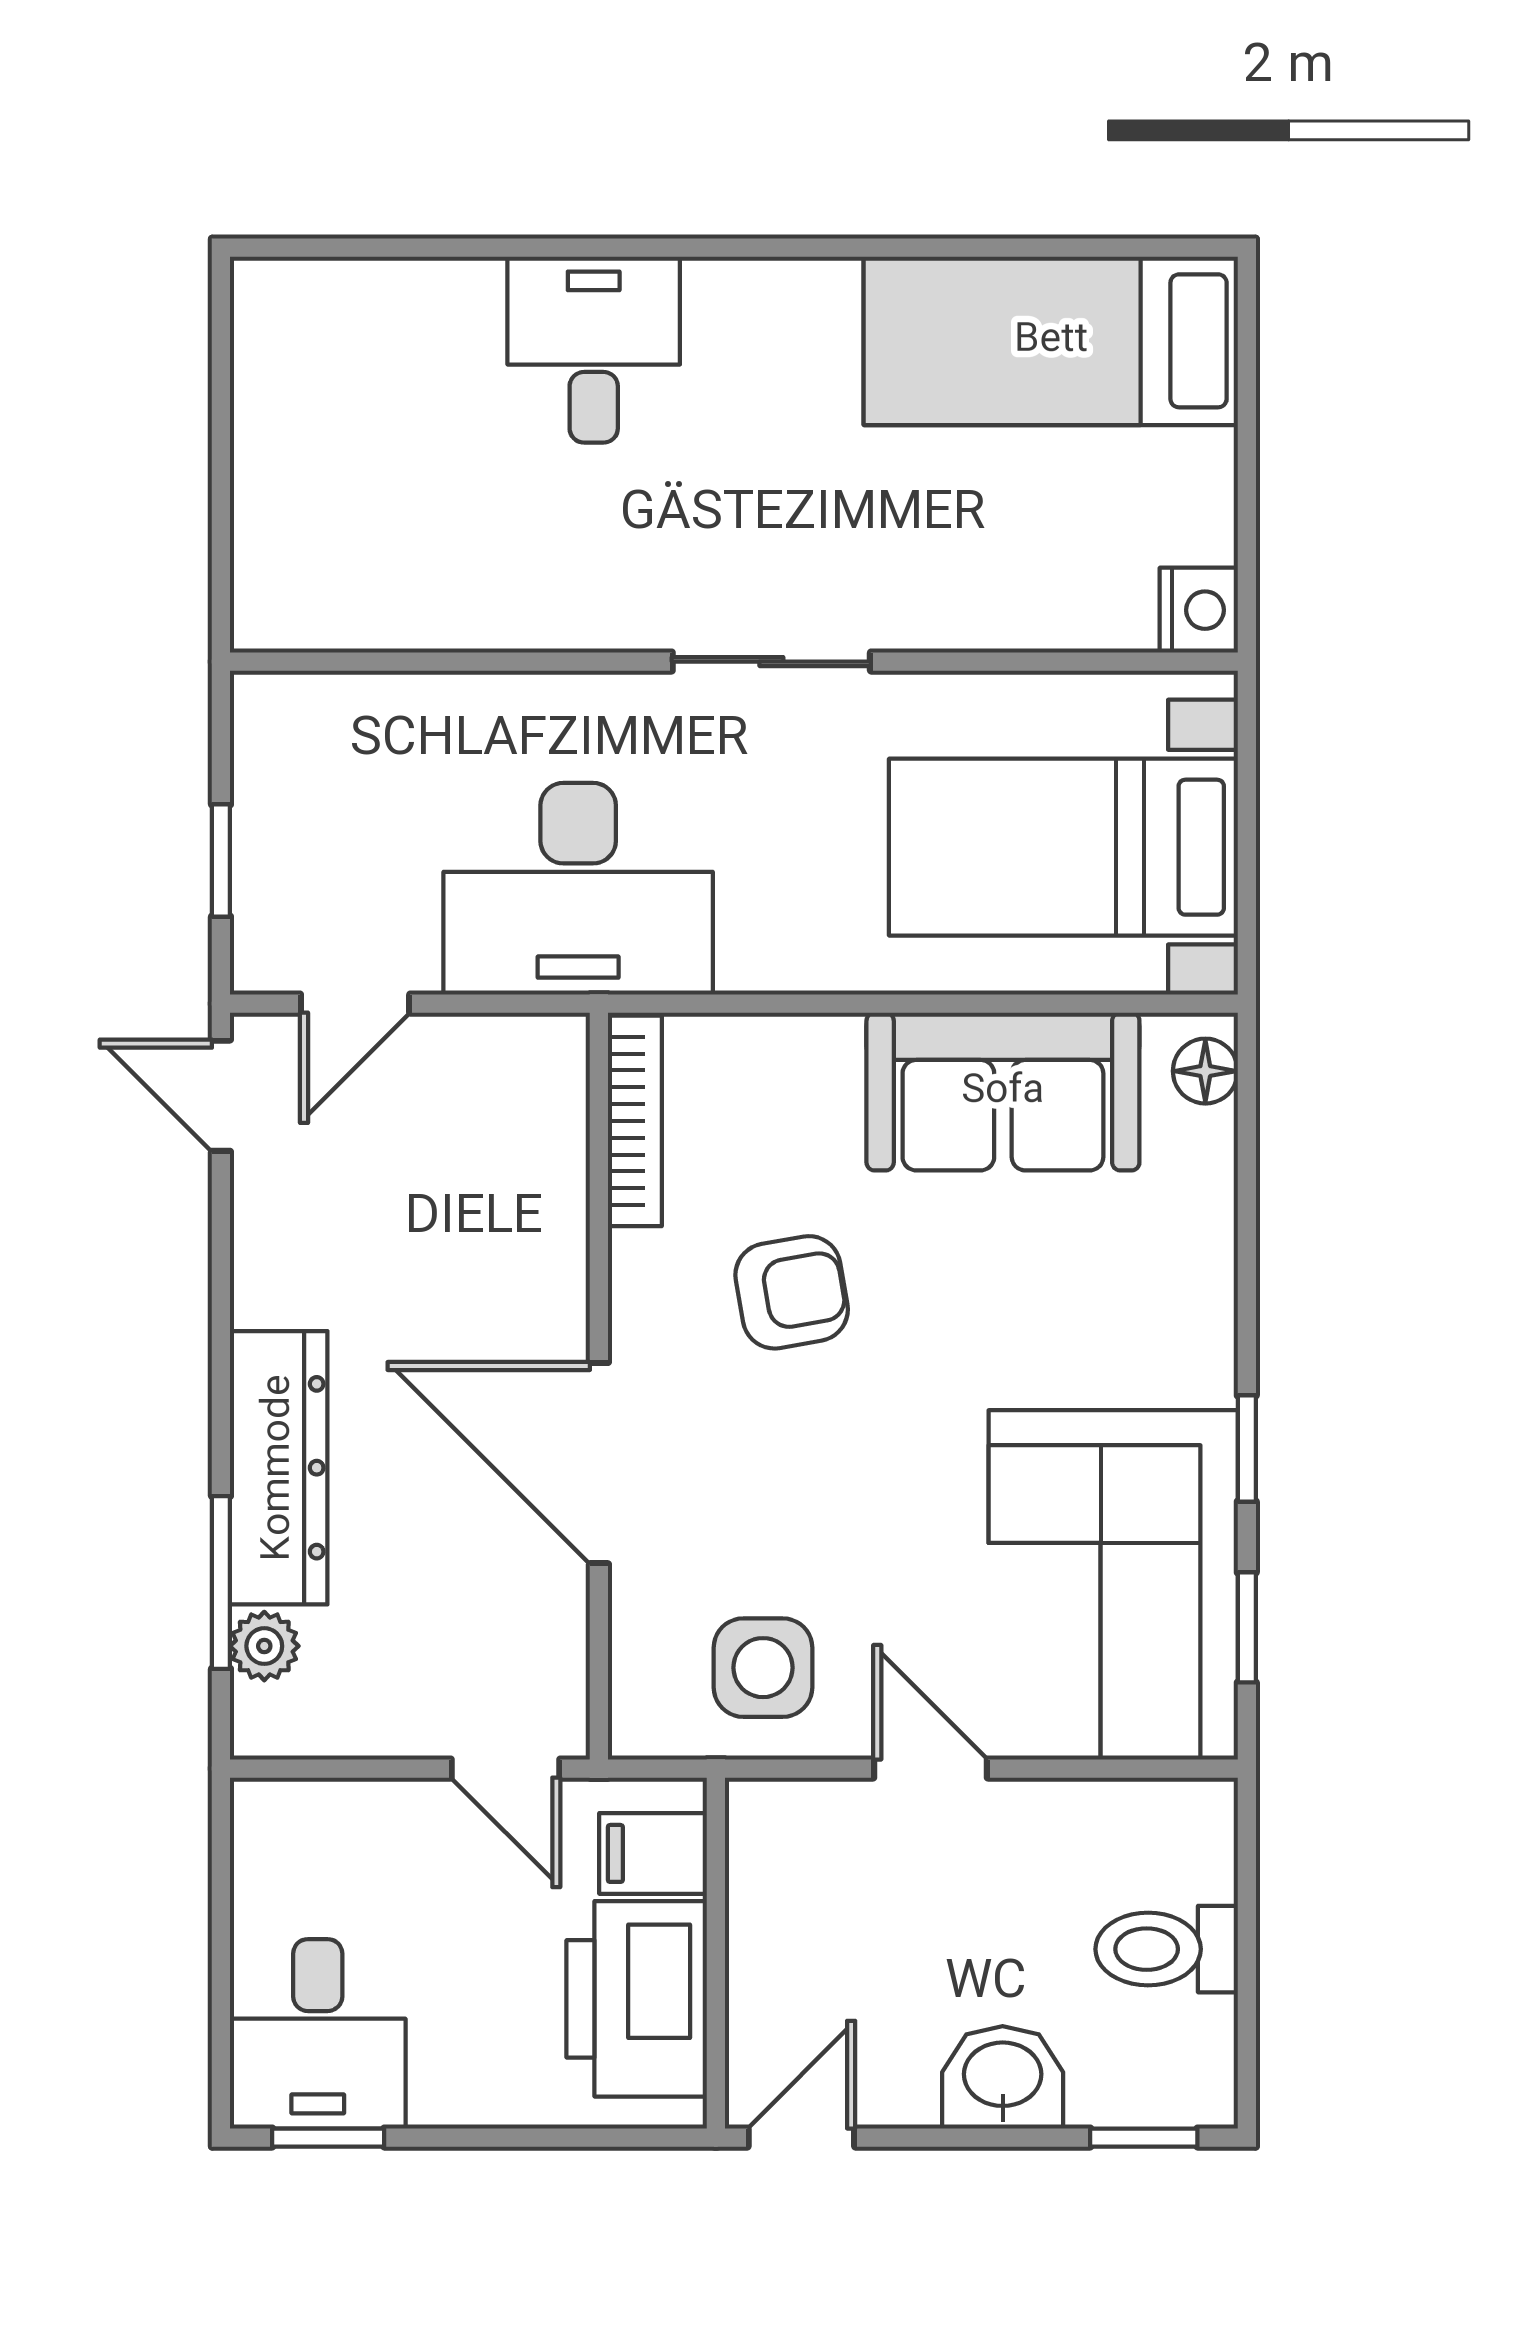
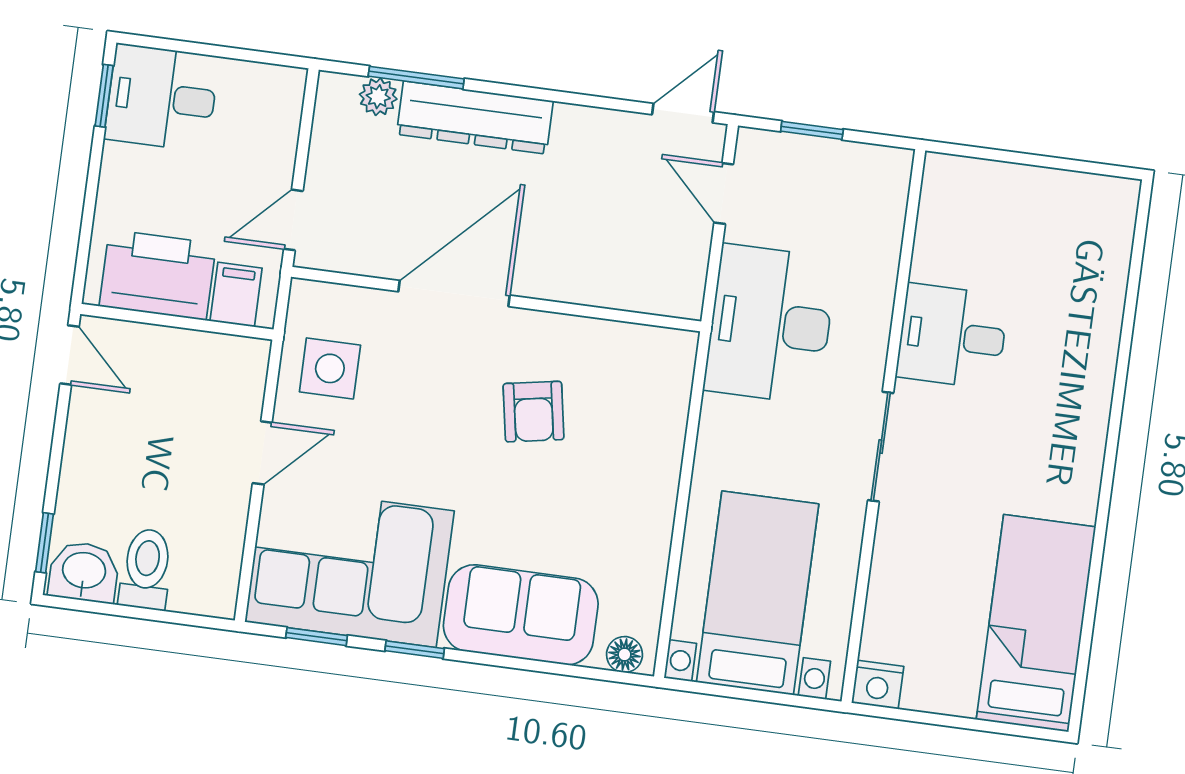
desk: (594, 350) -> (952, 336), moved, turned 180
sofa: (1003, 1092) -> (521, 615), moved, turned 90
bookcase: (635, 1121) -> (639, 338), removed
washbasin: (1003, 2077) -> (84, 572), moved, turned -90

